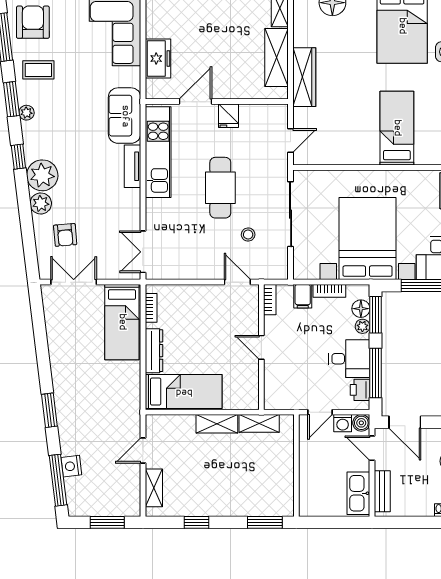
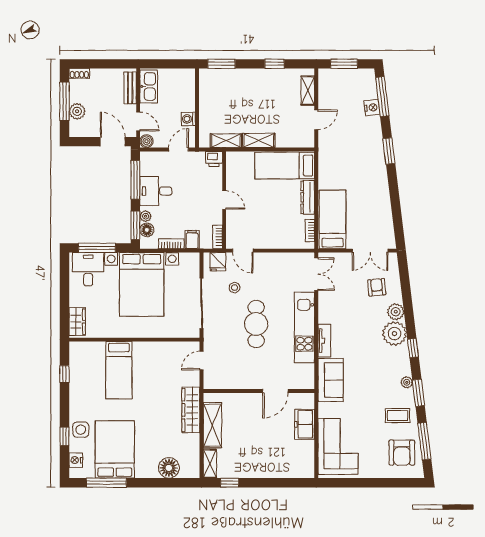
fridge: (228, 116) -> (218, 262), moved, turned 180
kitchen unit: (158, 152) -> (304, 327), moved
printer: (360, 390) -> (214, 159), moved, turned 90
washing machine: (343, 423) -> (188, 119), moved, turned -90

